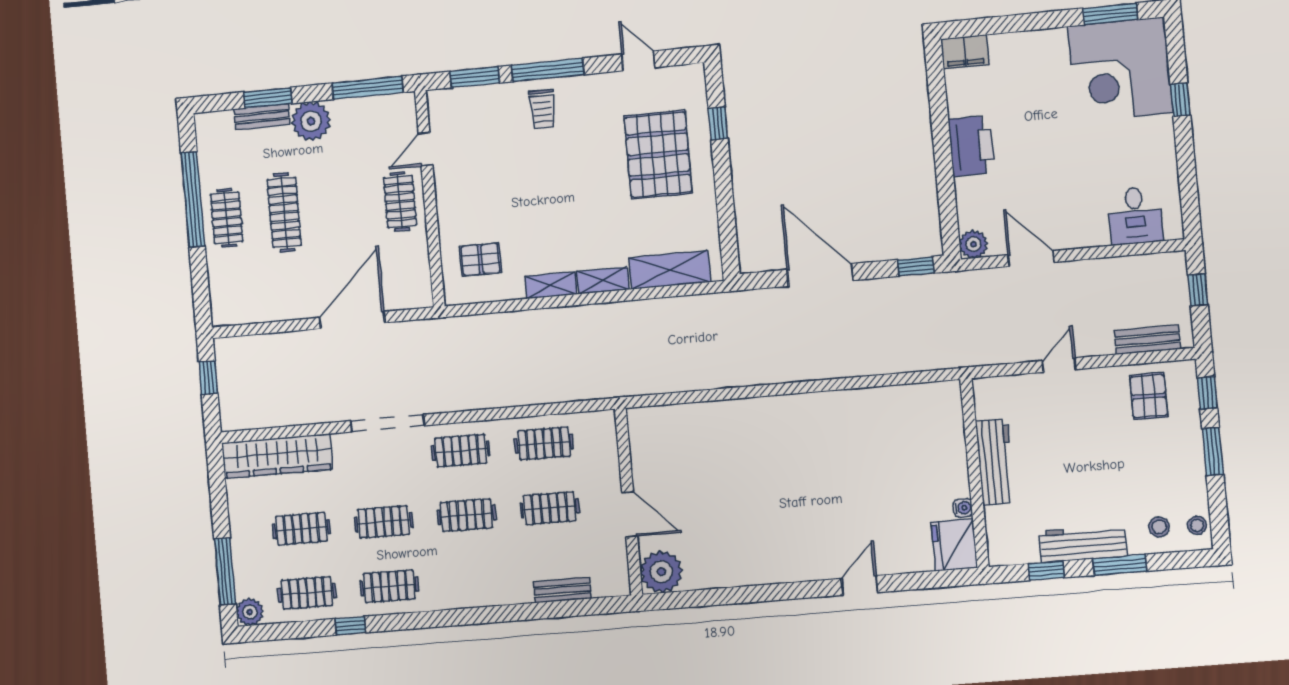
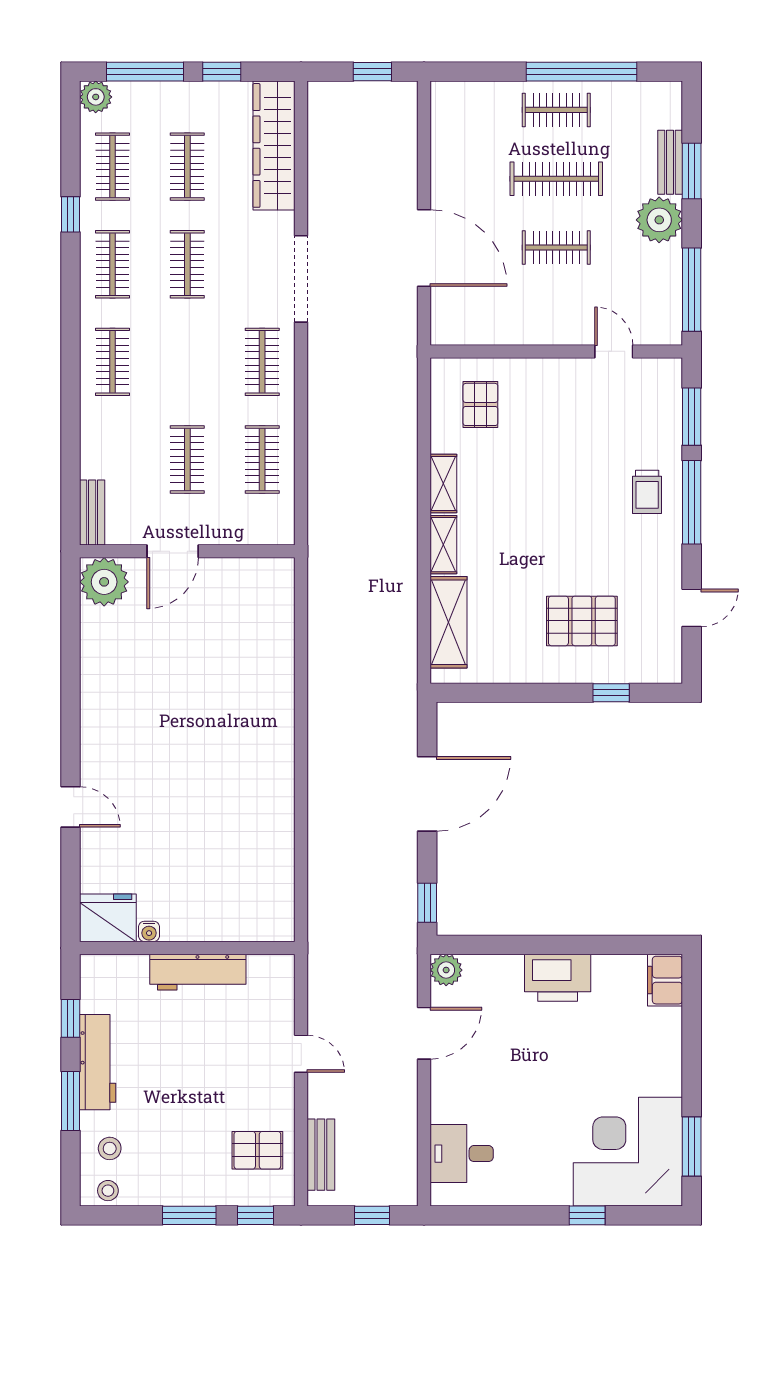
trolley: (542, 109) -> (647, 492), turned -90
pallet: (658, 155) -> (582, 621), width x0.73, depth x0.71
clothes rail: (400, 201) -> (556, 247), moved
window: (219, 506) -> (222, 72), added
clothes rail: (466, 515) -> (112, 362), moved
bench: (562, 590) -> (92, 512), moved

